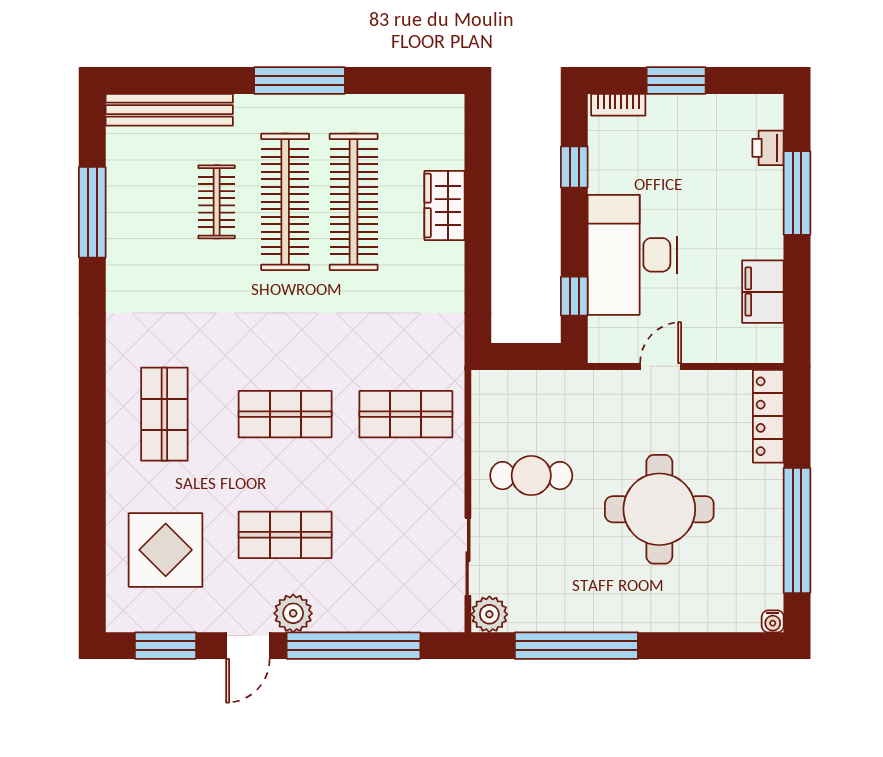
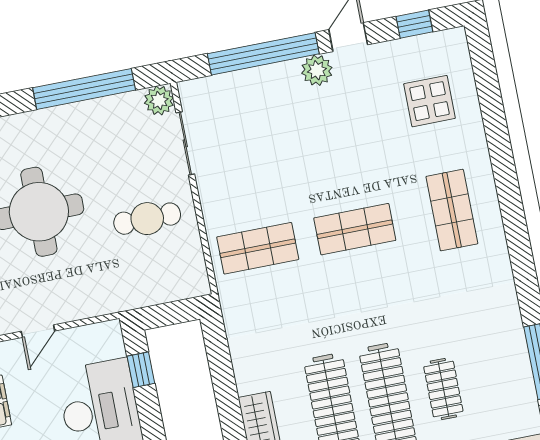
door: (661, 366) -> (38, 331), moved
shop shelf: (285, 535) -> (336, 132), removed
display table: (166, 550) -> (429, 101), width x0.73, depth x0.73
window: (166, 646) -> (414, 24), width x0.67

